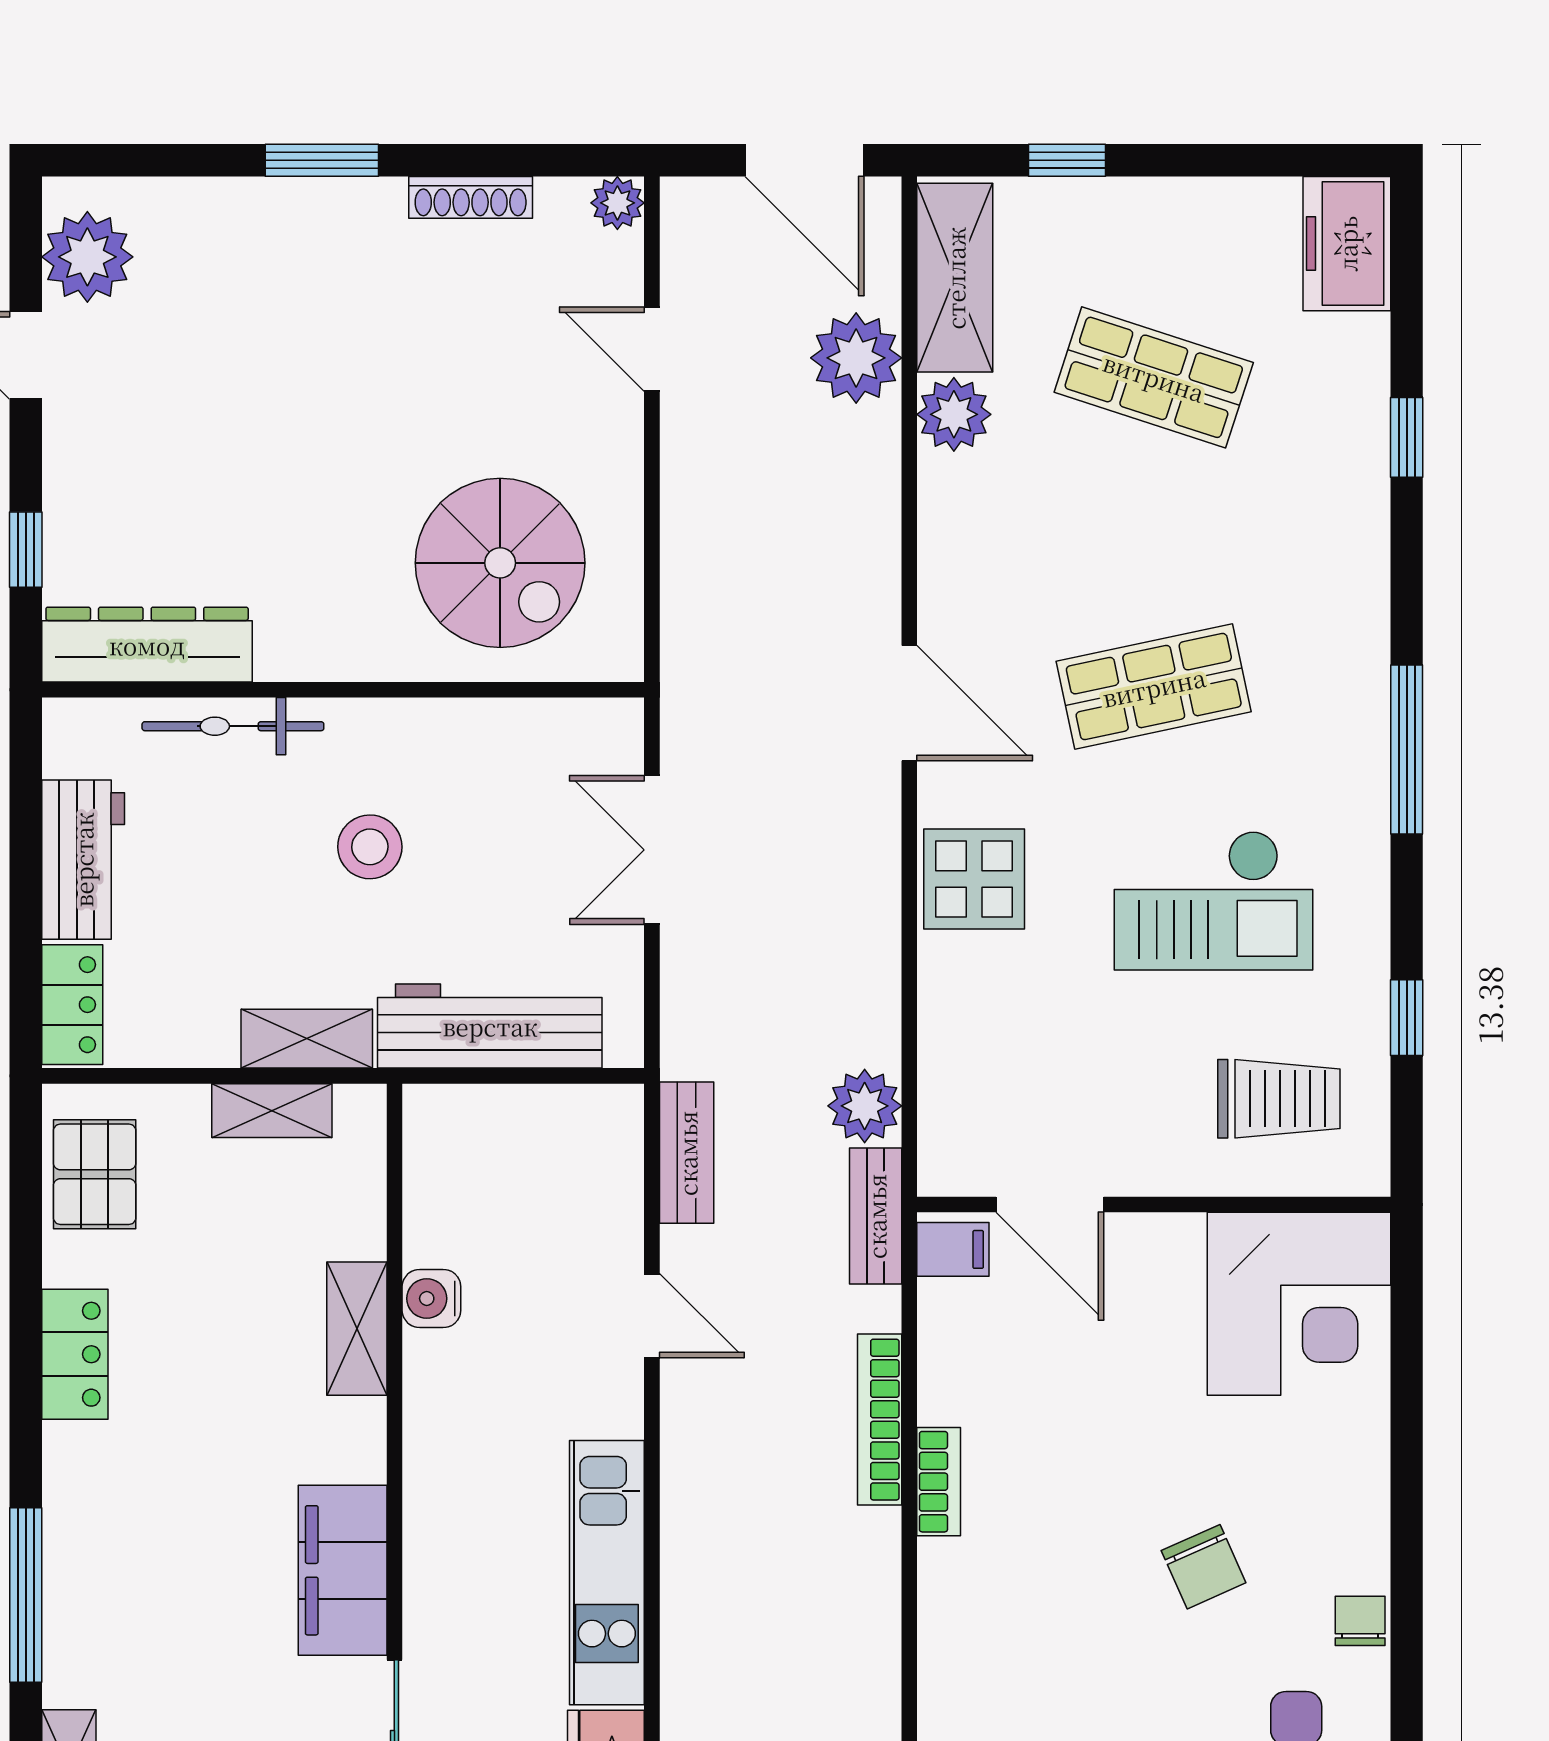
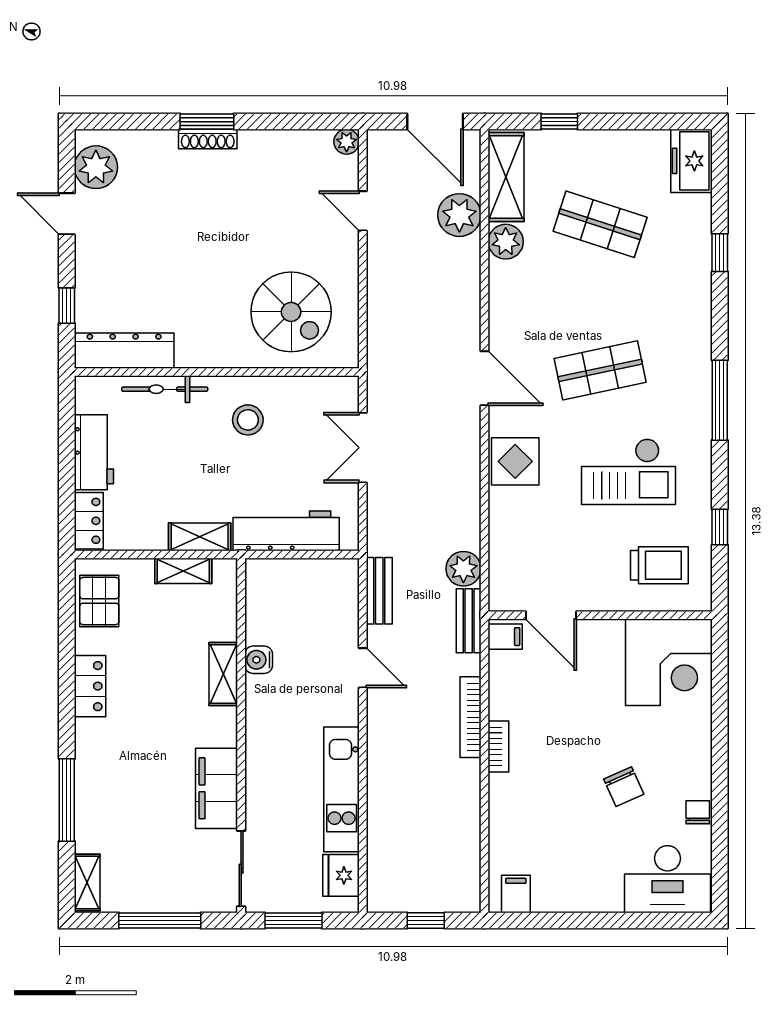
shoe rack: (471, 197) -> (208, 139), moved
stool: (370, 847) -> (248, 420), moved

